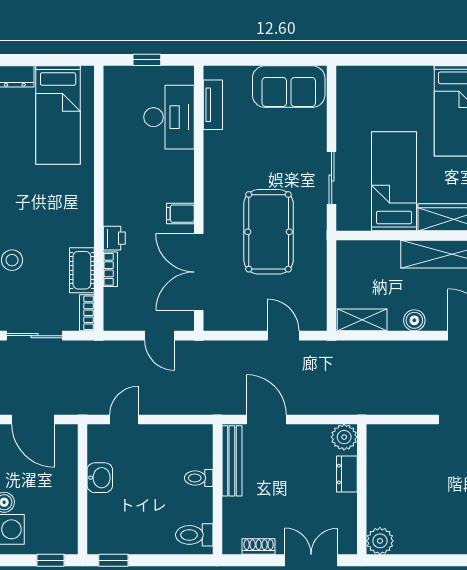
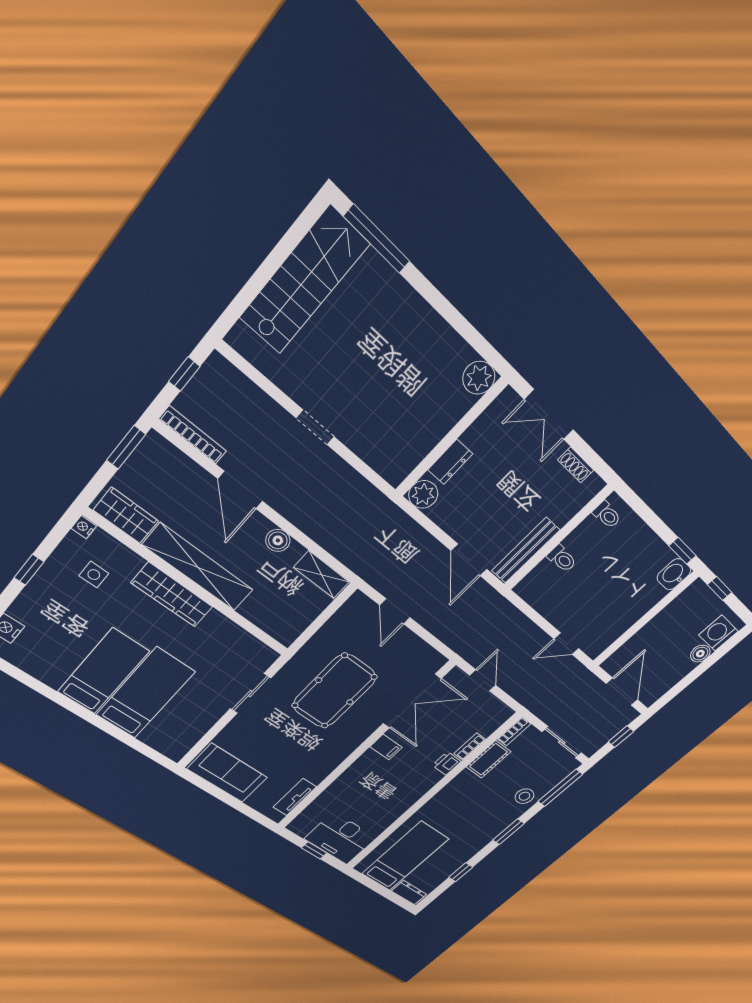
desk: (169, 117) -> (340, 838), moved, turned -90
bed: (394, 181) -> (145, 693), moved, turned 180
washbasin: (100, 478) -> (674, 574), moved
toilet: (194, 535) -> (607, 515), width x0.73, depth x0.72

